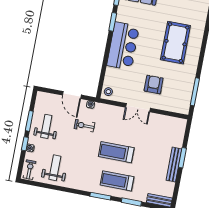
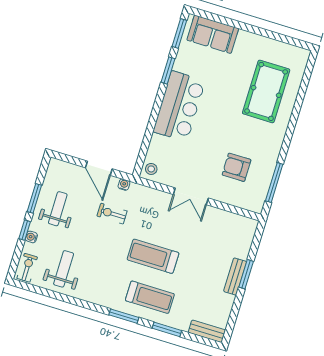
pool table: (175, 43) -> (266, 91), moved
armchair: (154, 85) -> (237, 167), moved, turned -90
bench: (174, 165) -> (235, 276), width x0.73
treadmill: (117, 181) -> (150, 297), turned 180

